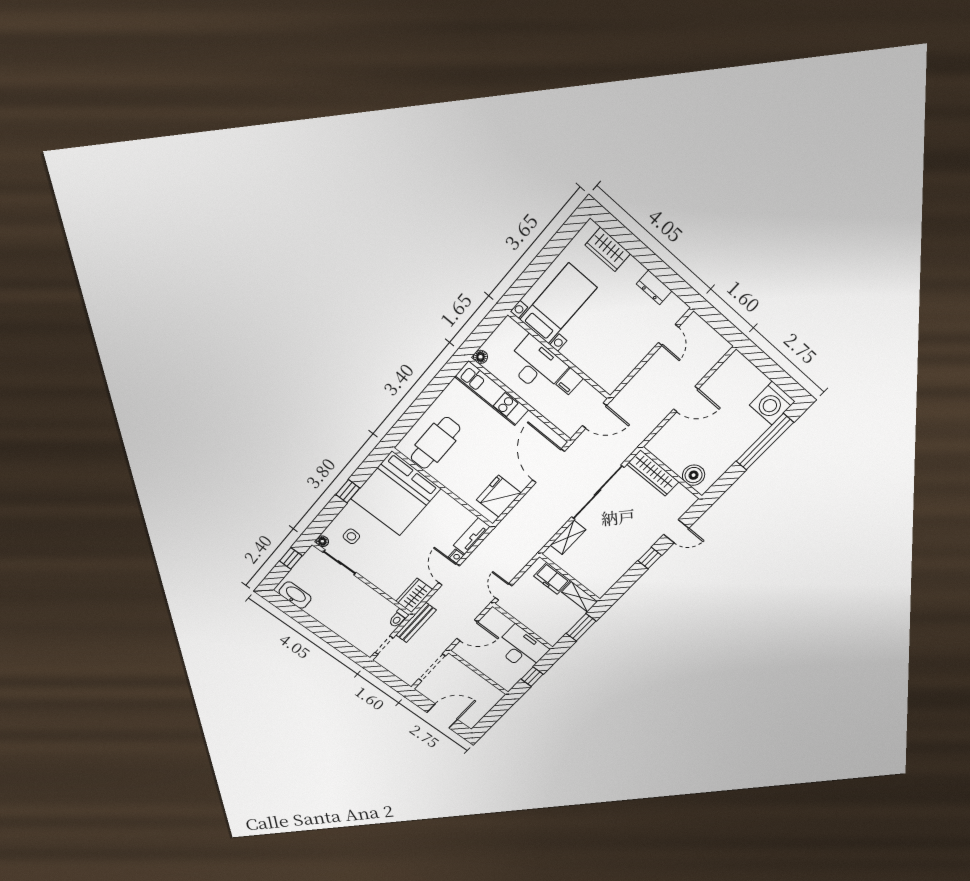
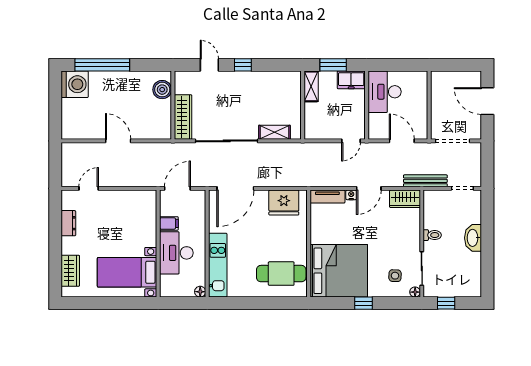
door: (594, 416) -> (177, 188), hinge flipped
freezer: (552, 578) -> (351, 80), moved, turned 90
washbasin: (295, 595) -> (473, 238), moved
toilet: (398, 618) -> (432, 235), moved
window: (532, 677) -> (401, 65), removed

